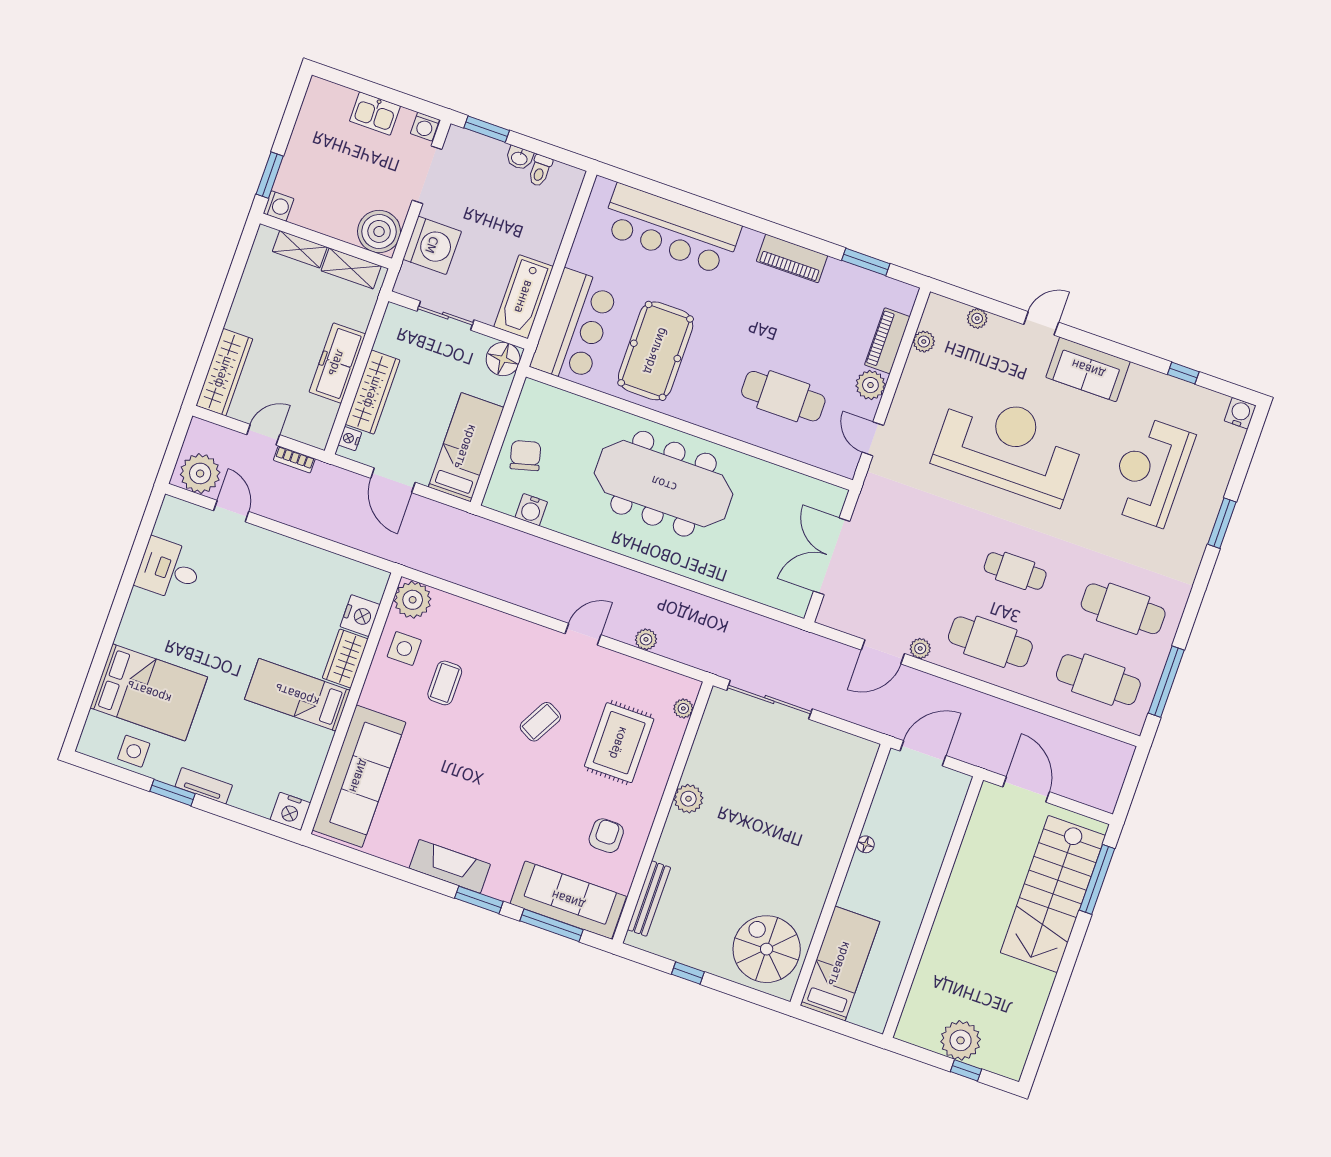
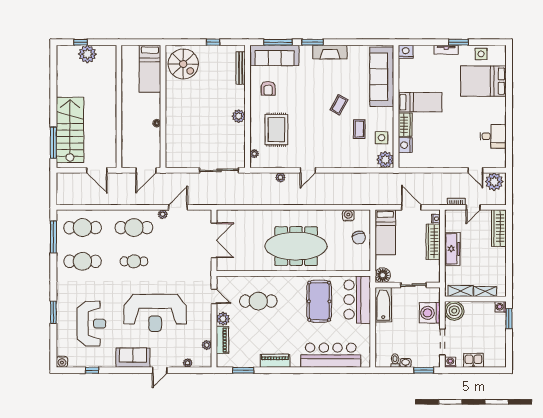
coffee table: (540, 722) -> (339, 105), moved

